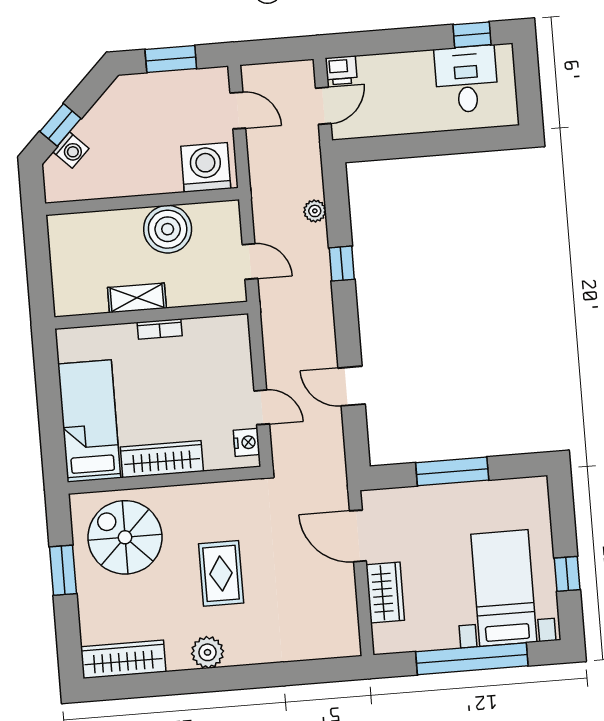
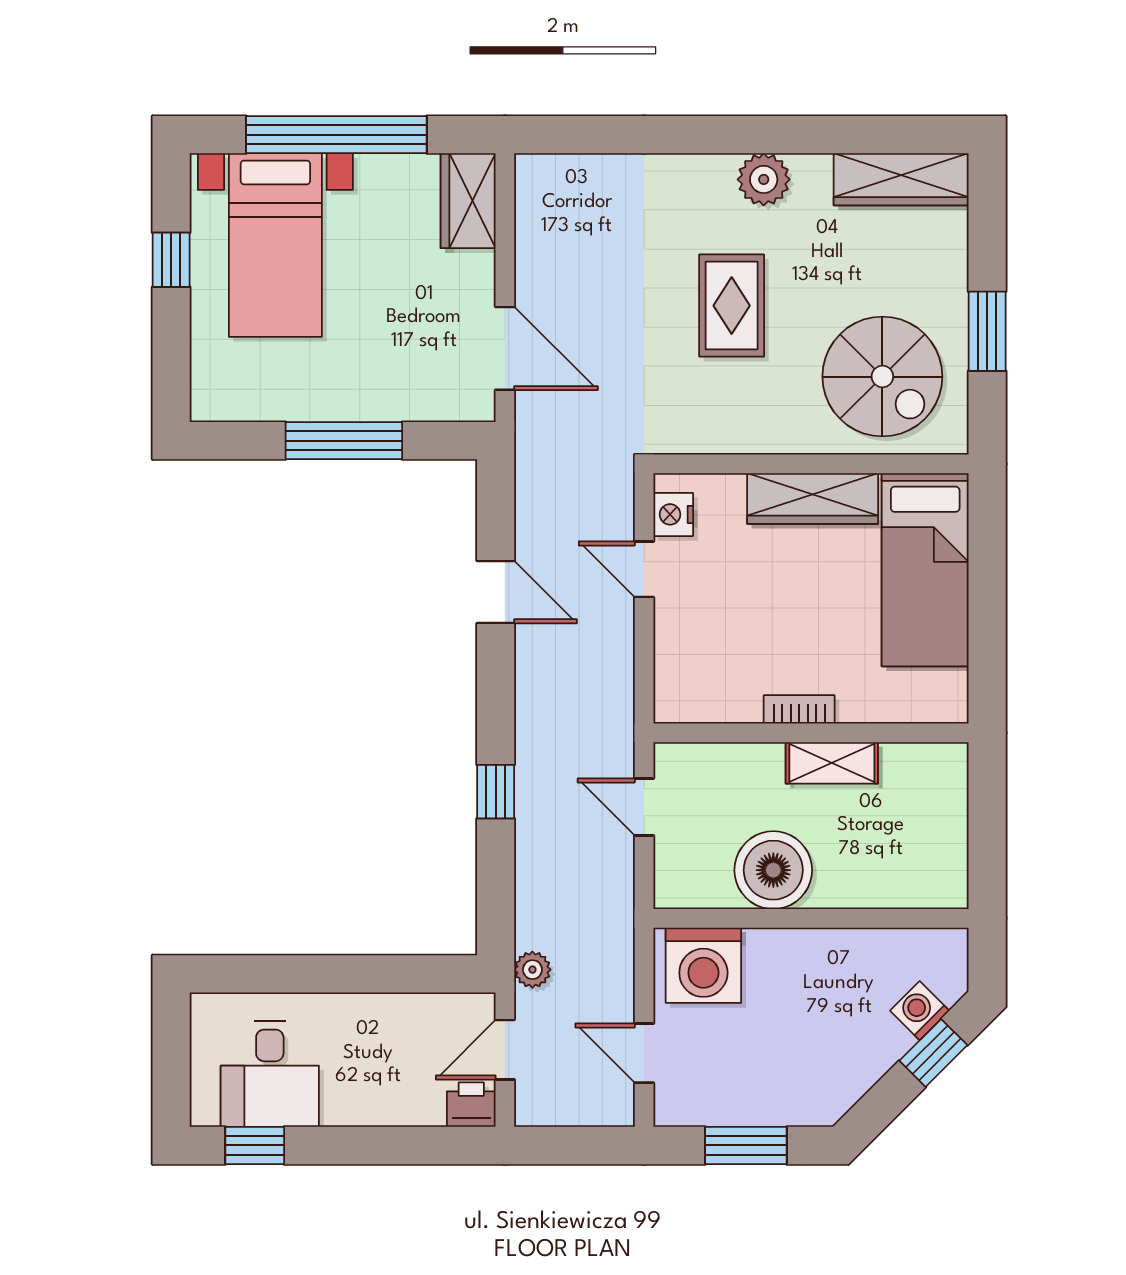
plant: (315, 211) -> (532, 970), moved
wardrobe: (385, 592) -> (468, 201), moved

